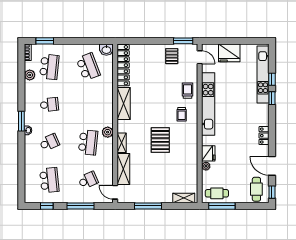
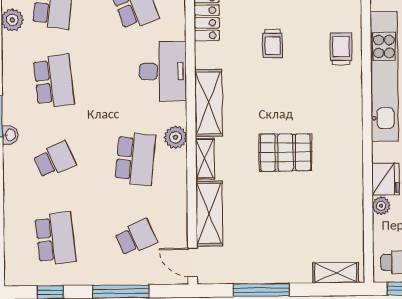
desk: (102, 100) -> (163, 71), added
shelving: (124, 103) -> (209, 103), moved
school desk: (49, 105) -> (54, 81), width x1.85
trolley: (182, 114) -> (273, 43), moved
pallet: (160, 140) -> (285, 152), turned 90

